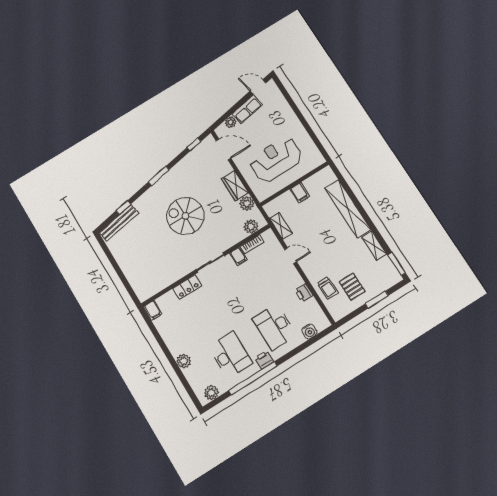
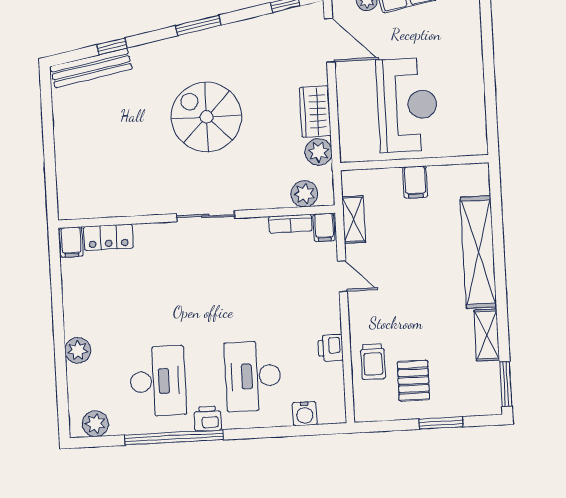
reception desk: (276, 159) -> (407, 105), turned 90
filing cabinet: (238, 256) -> (324, 227), moved
locker: (187, 287) -> (108, 237), moved

